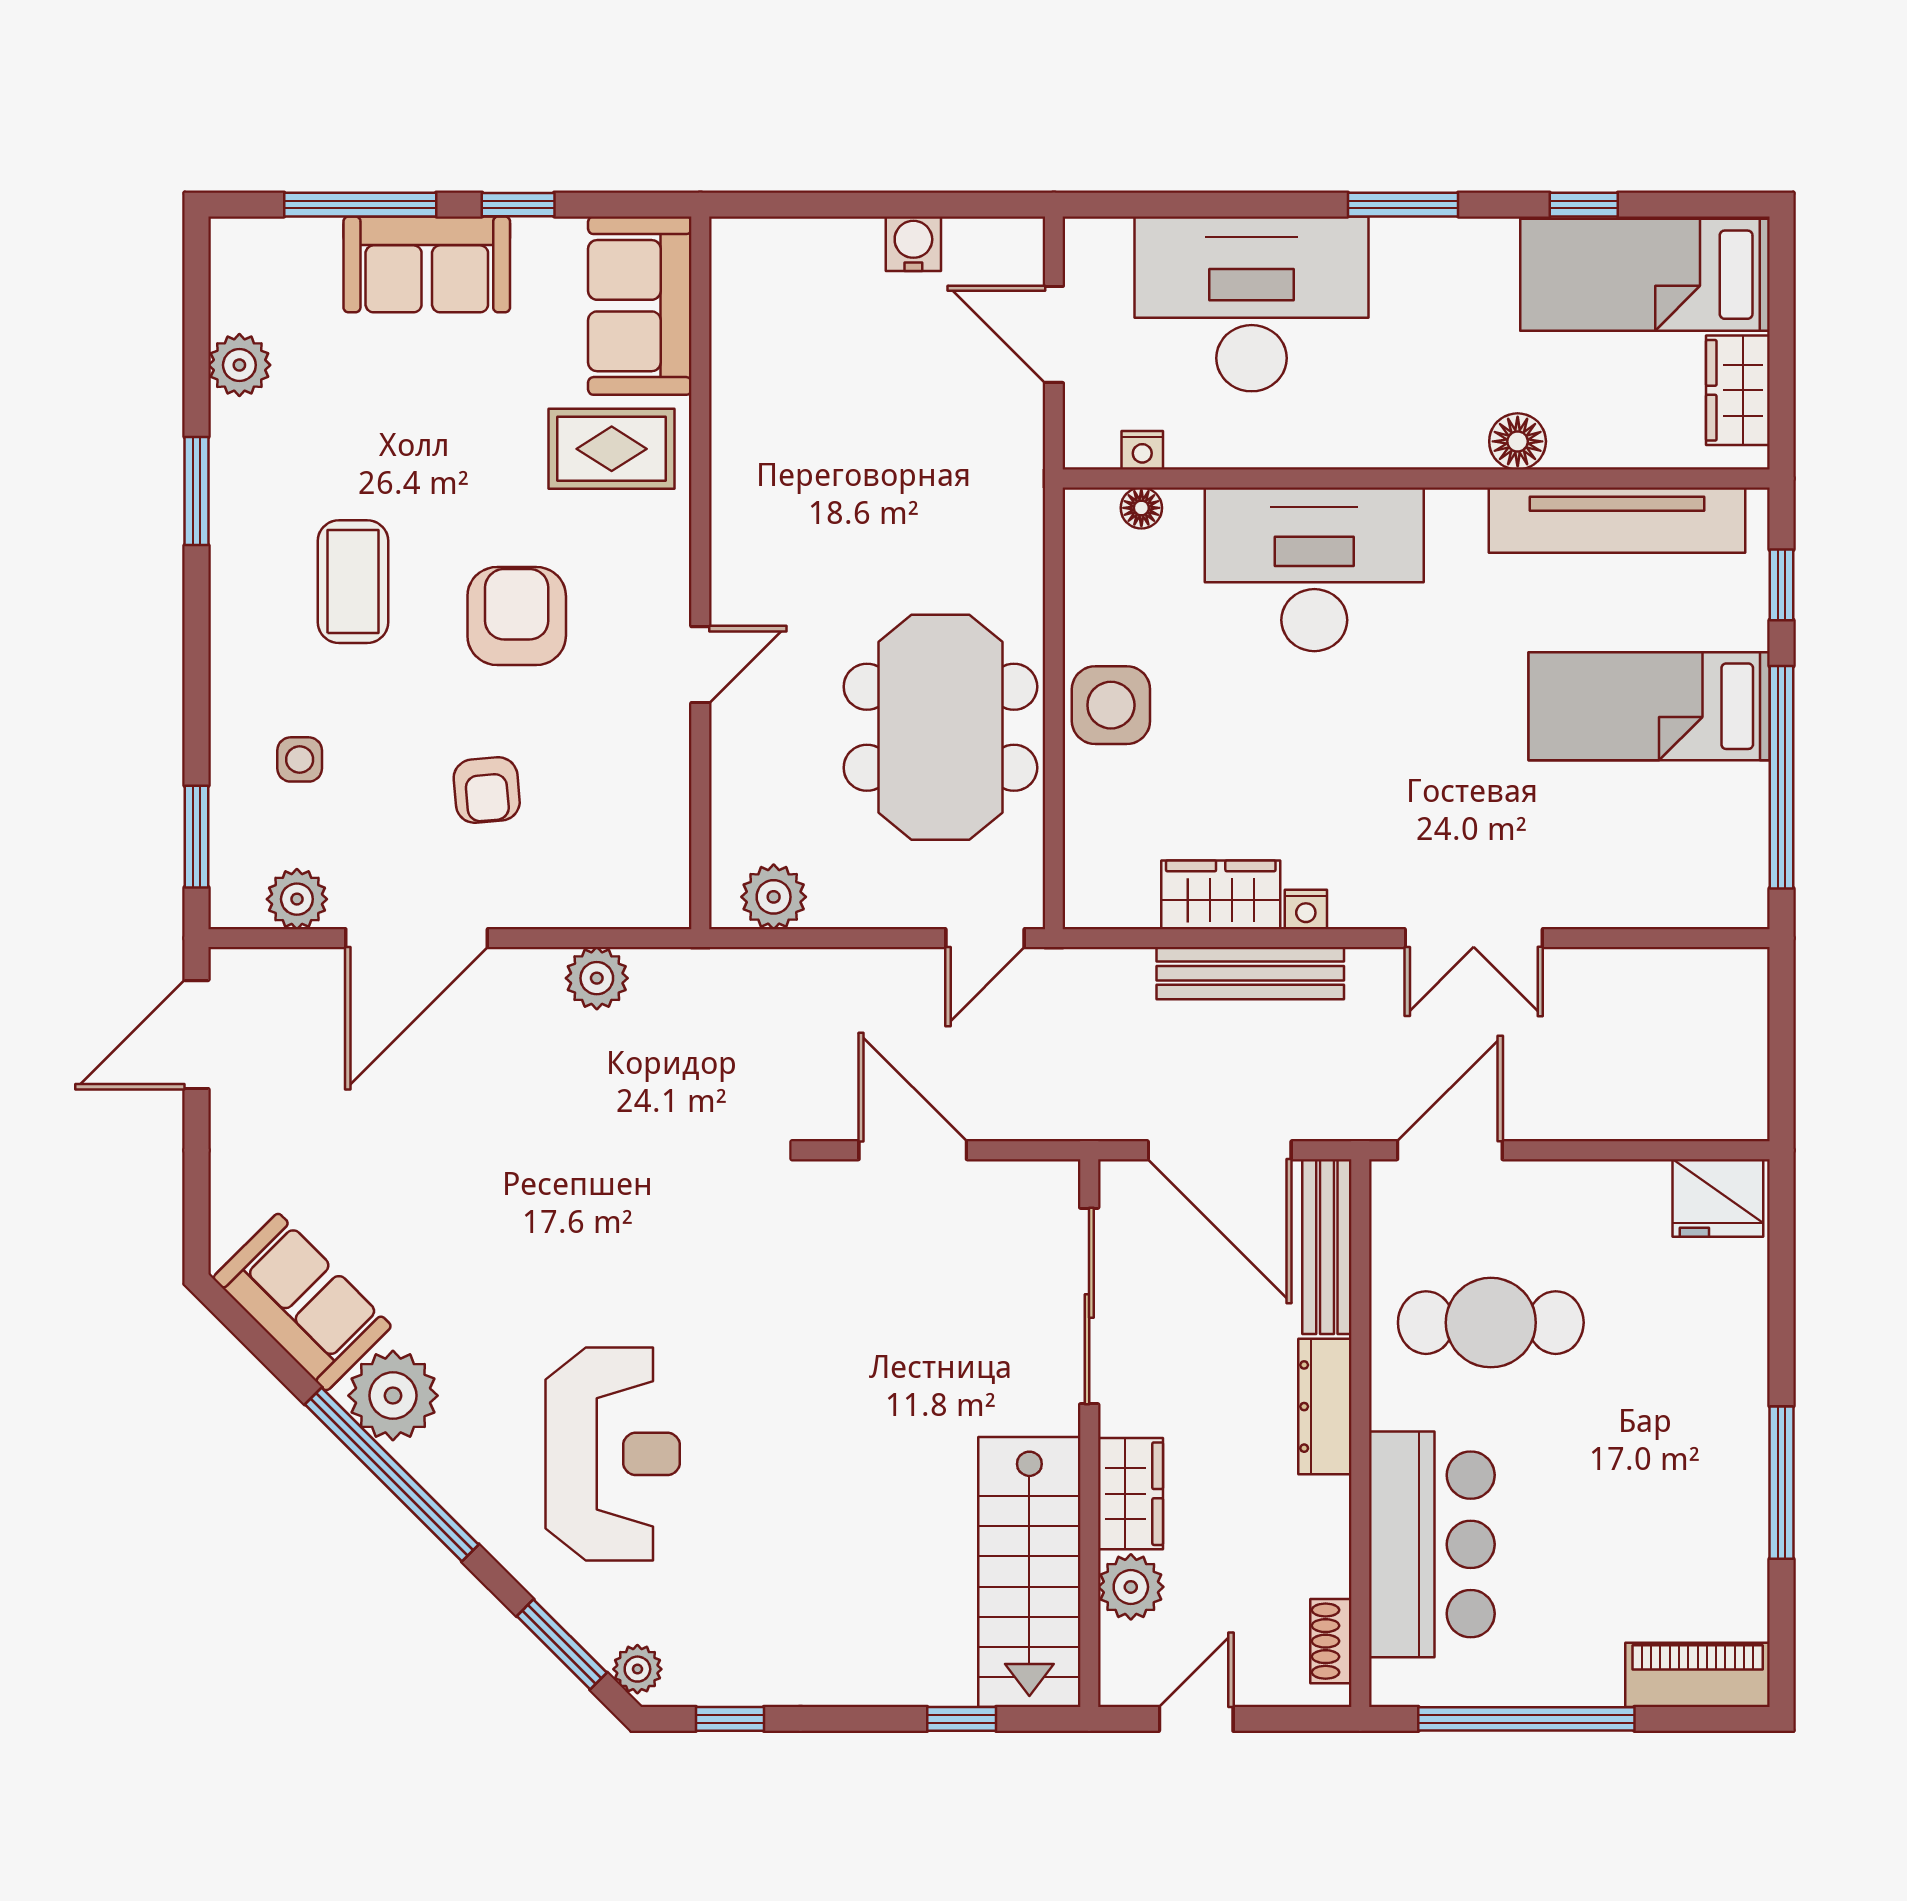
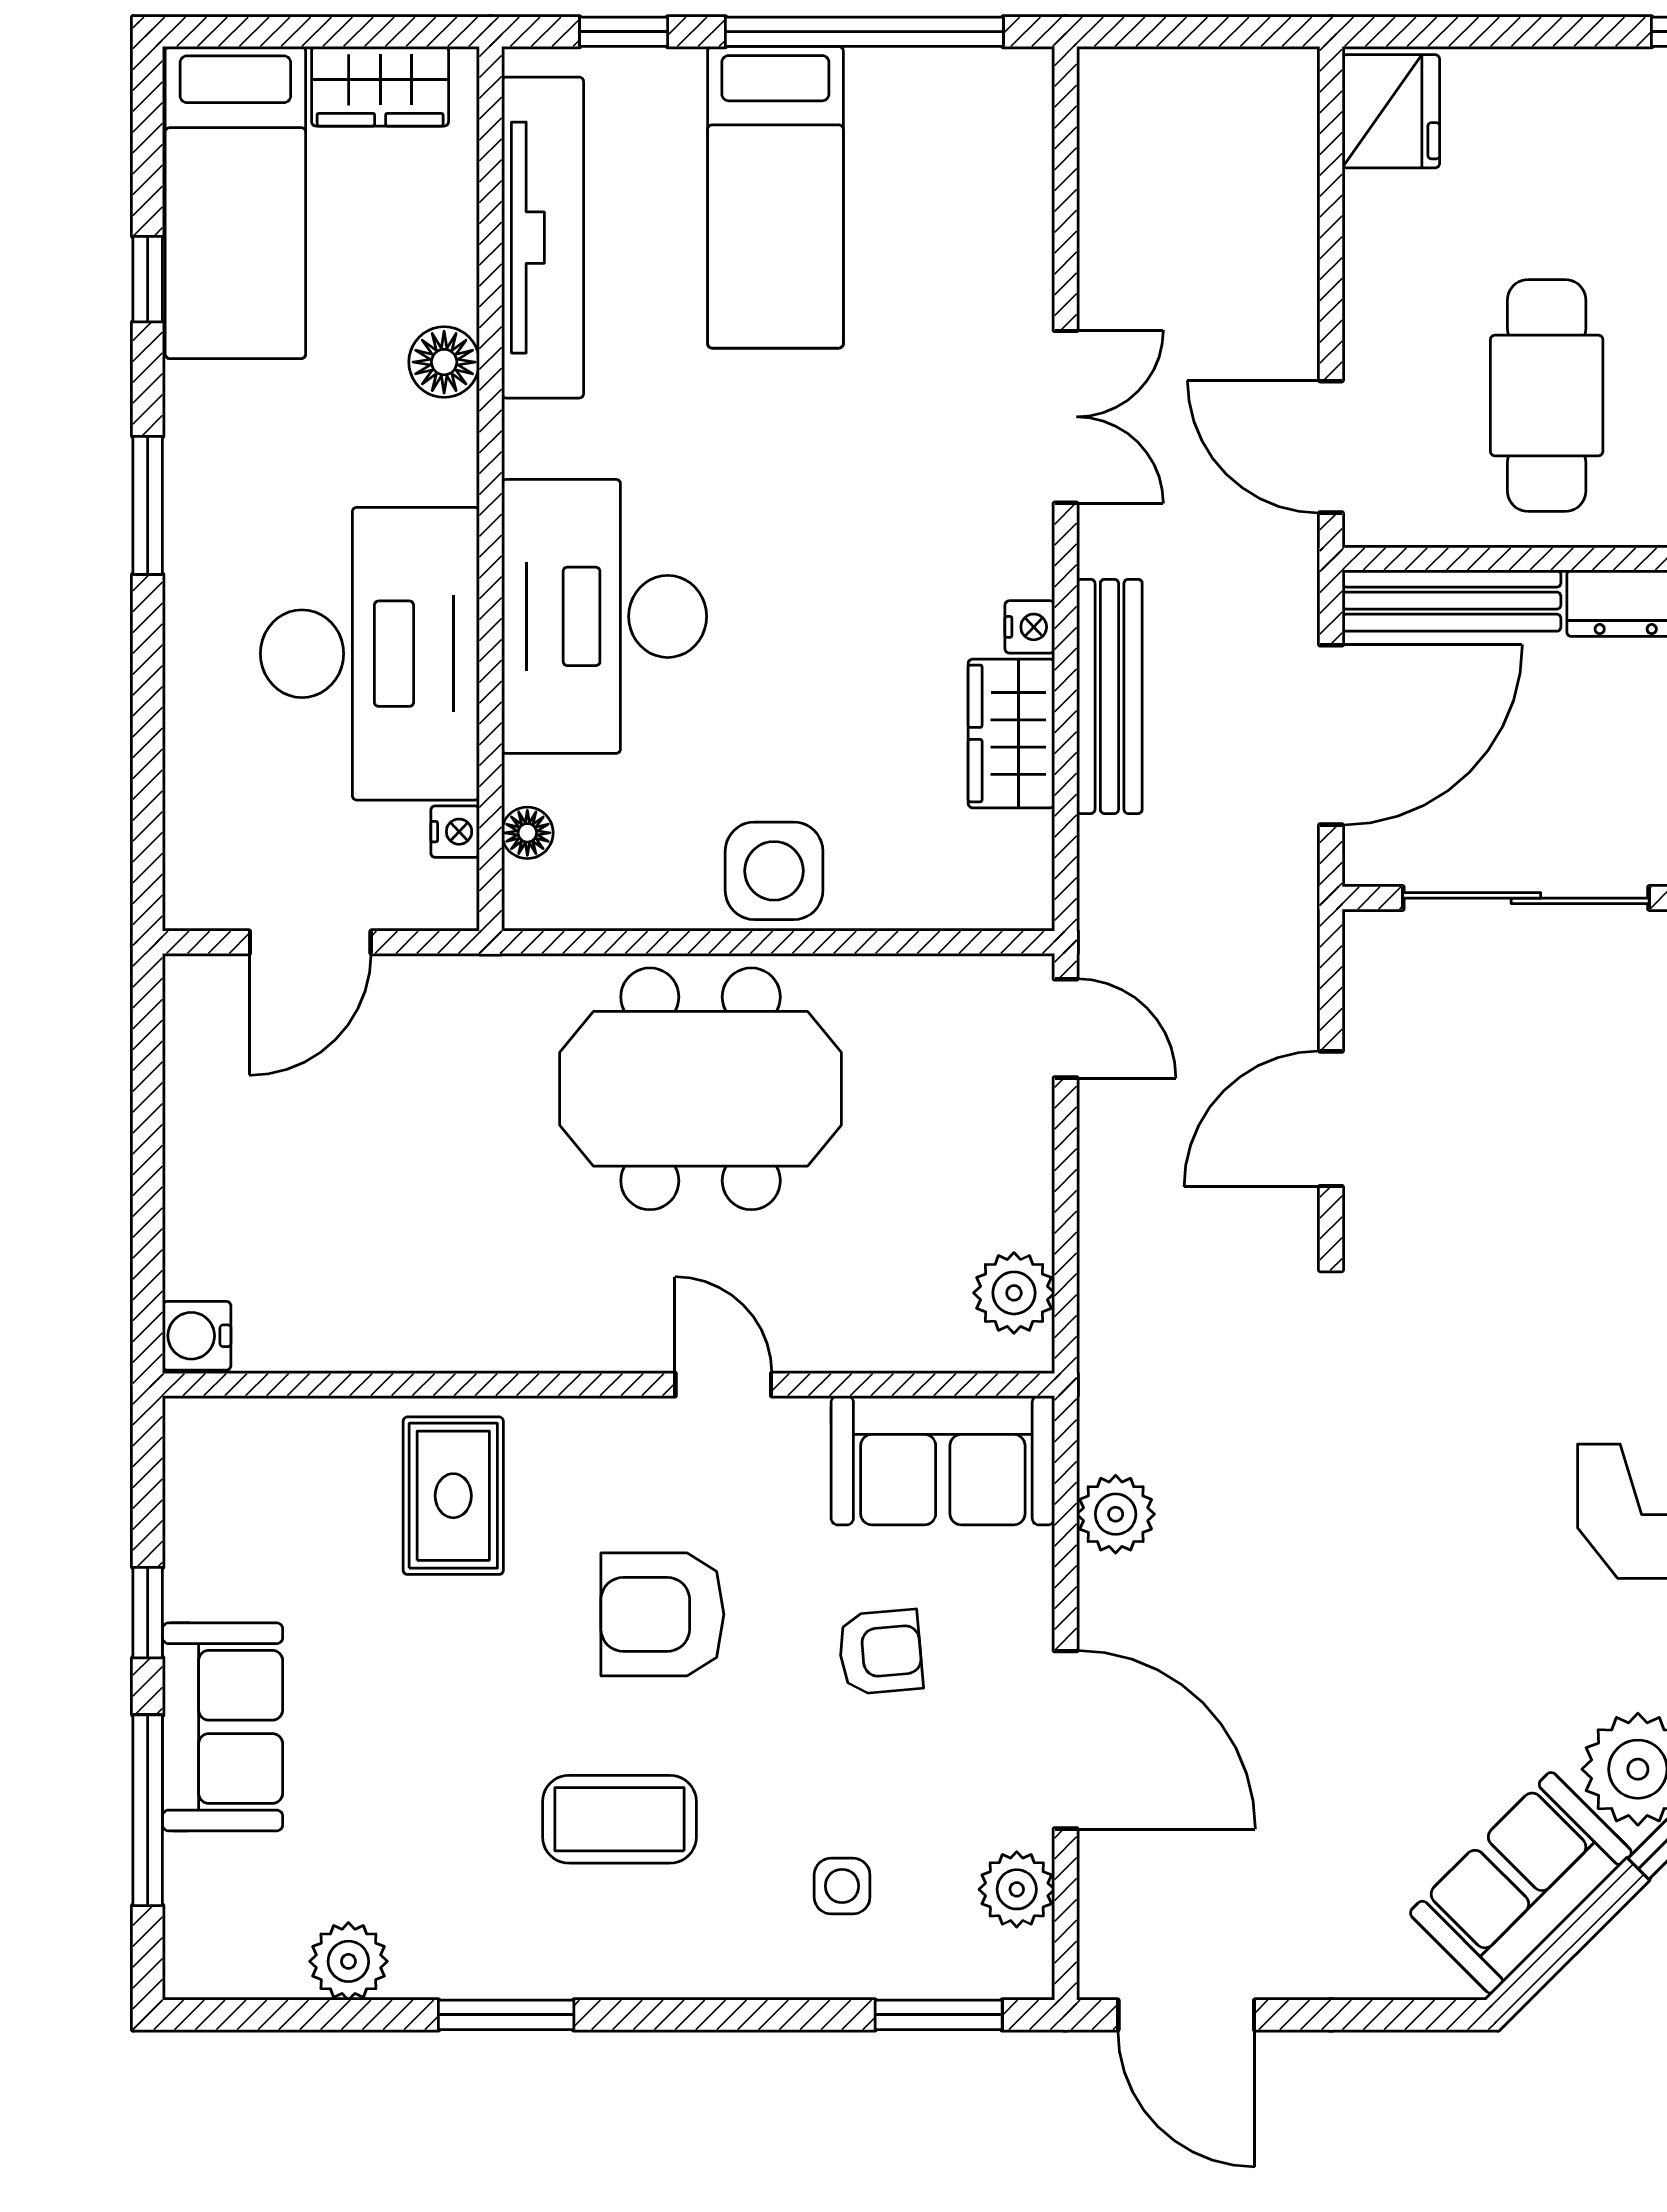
water cooler: (913, 244) -> (197, 1336), moved
desk: (1252, 304) -> (370, 654), moved, turned 180
sofa: (640, 306) -> (943, 1460), moved
meeting table: (940, 727) -> (701, 1089), moved

